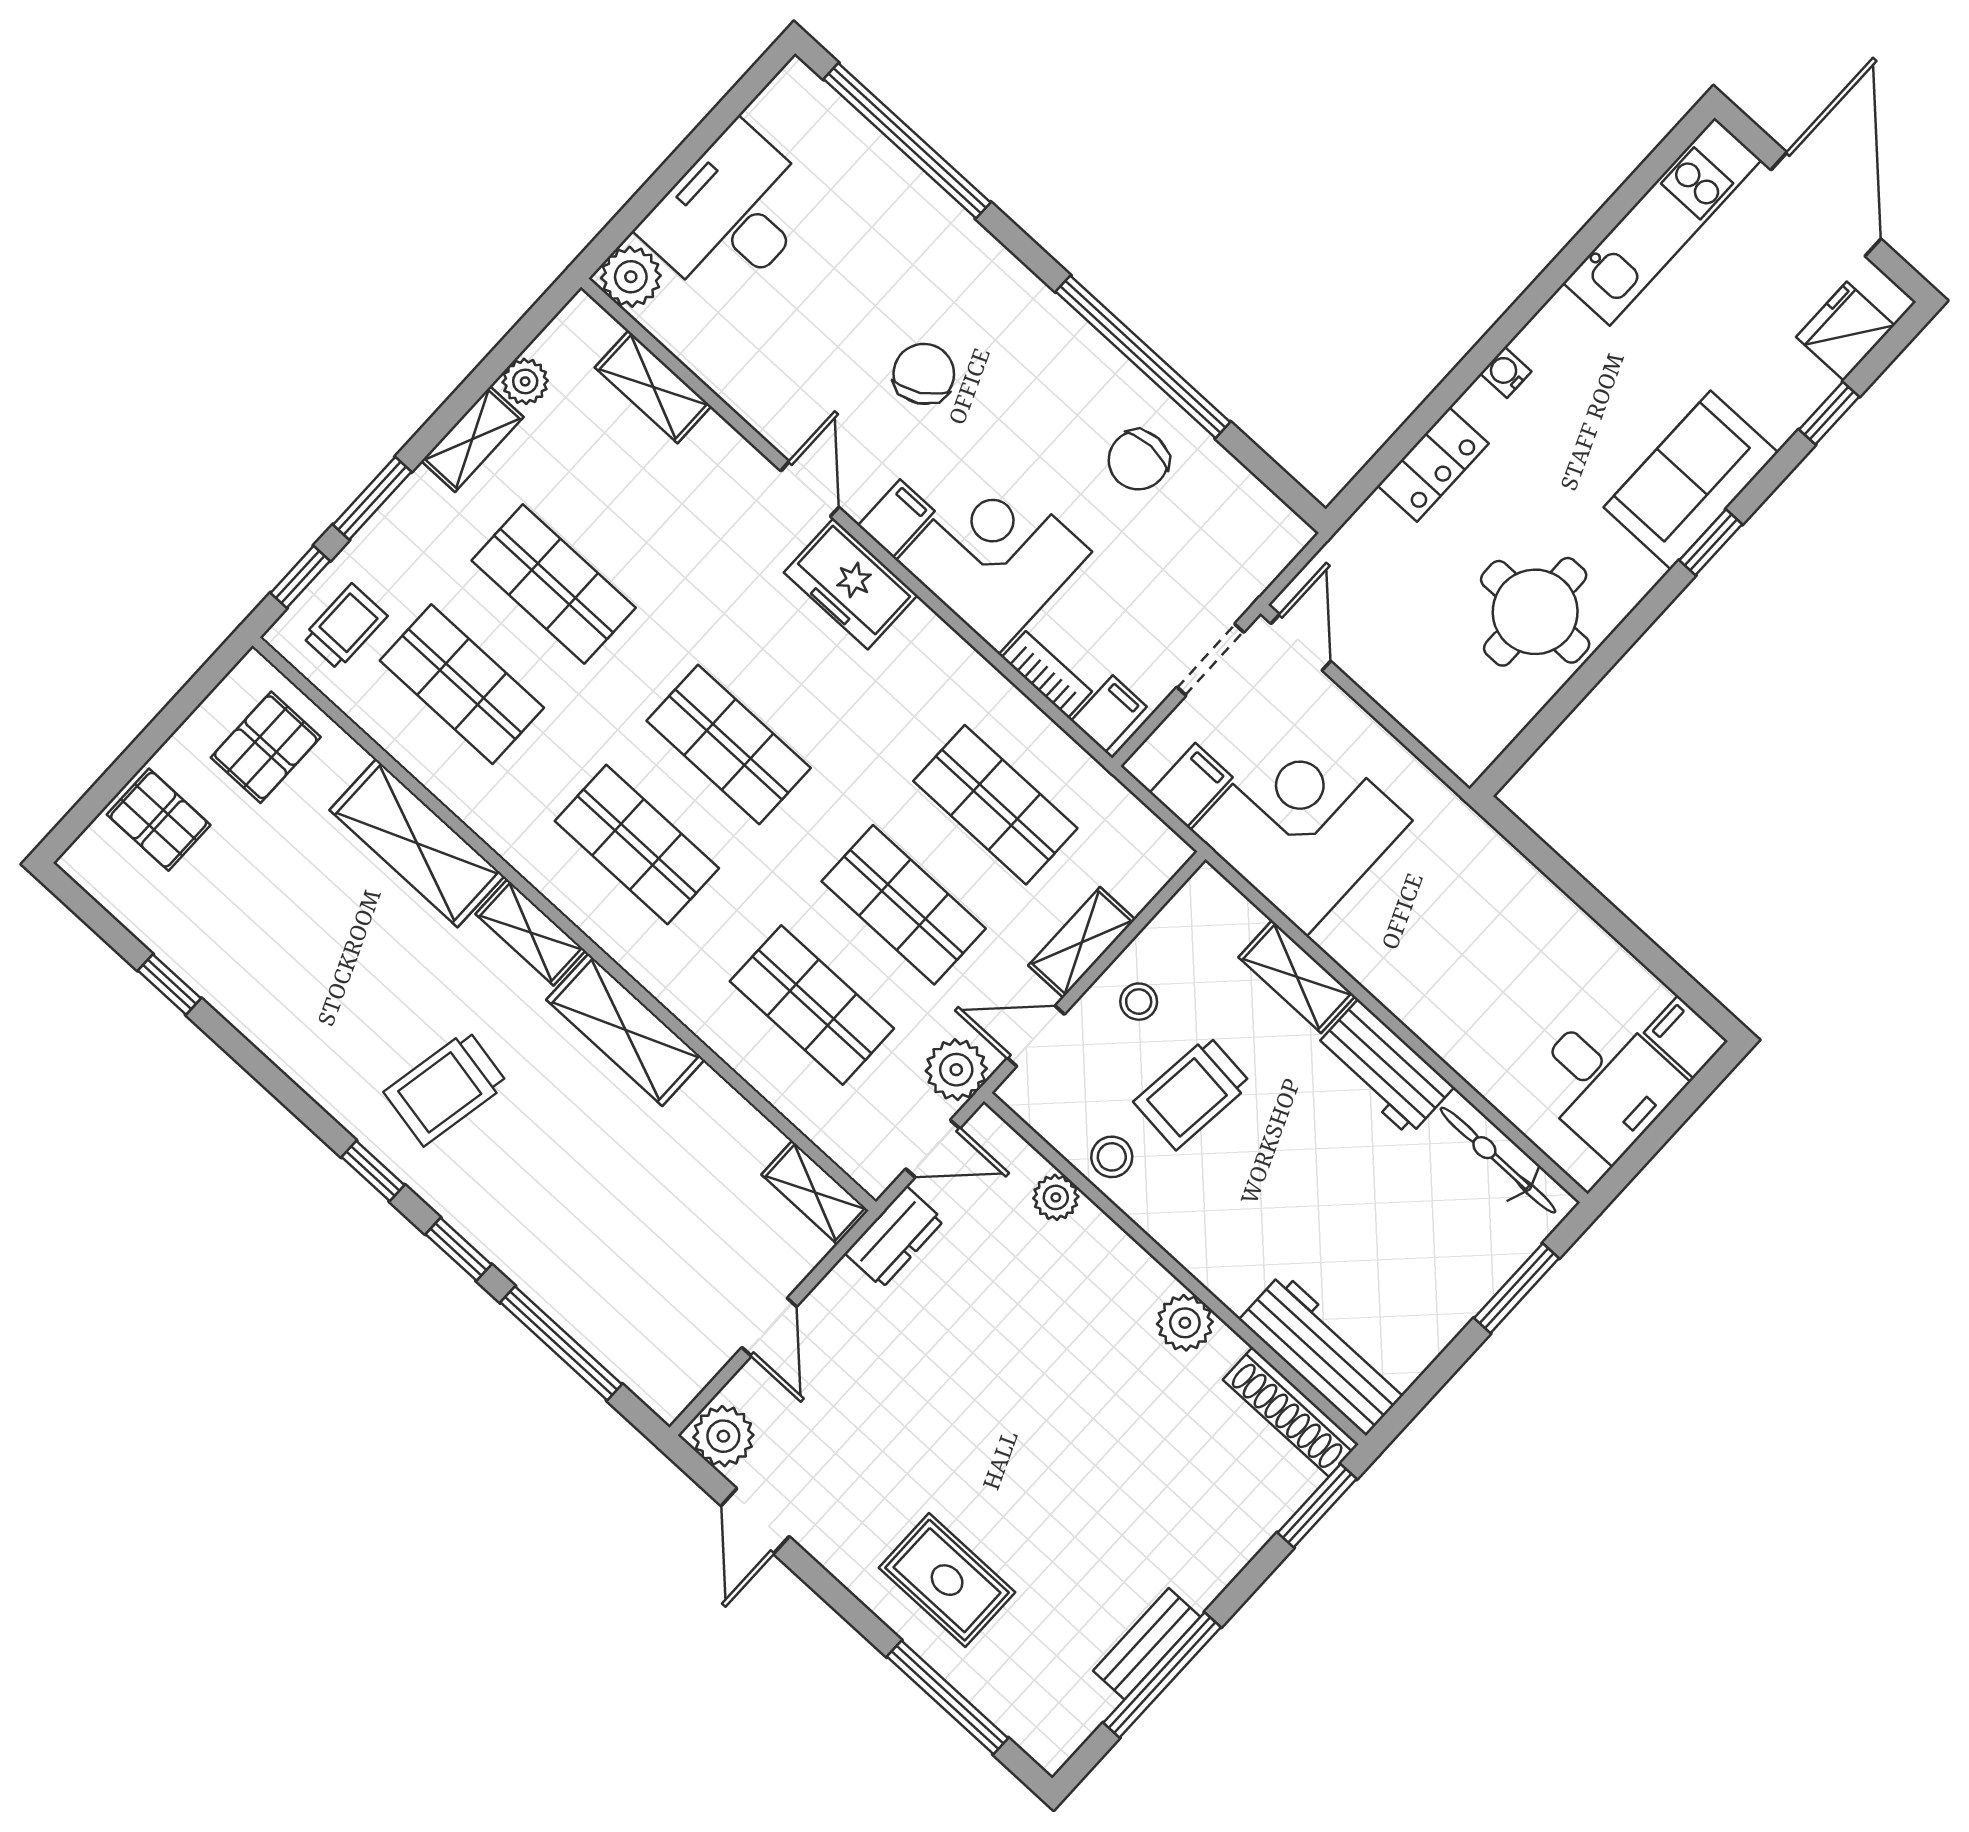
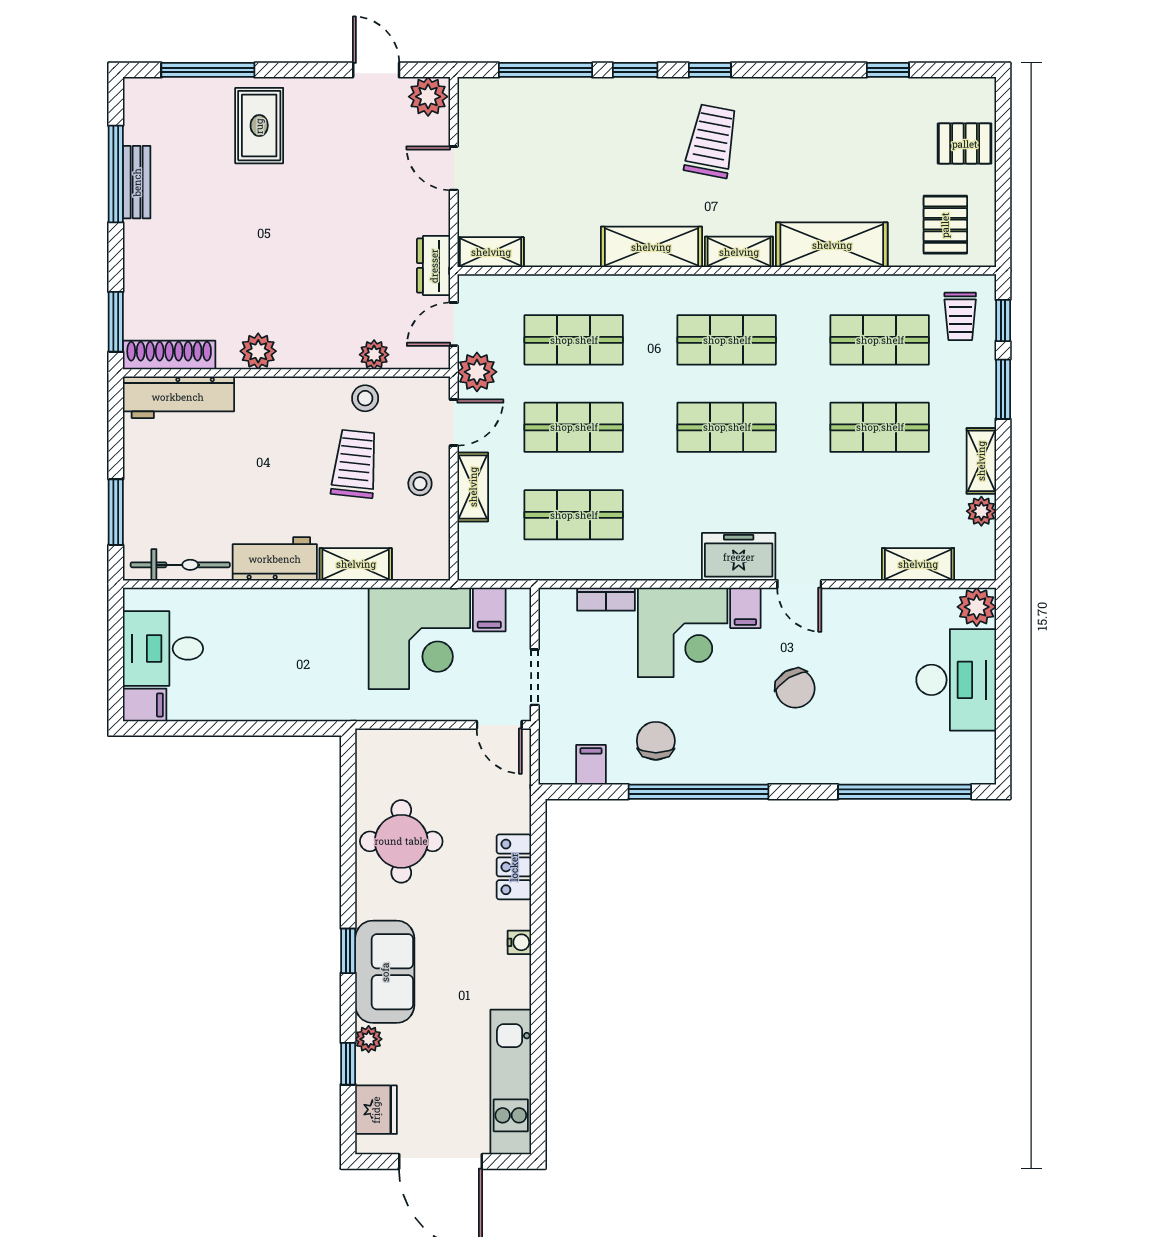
plant: (1780, 420) -> (369, 1039), added
filing cabinet: (1109, 714) -> (591, 765), moved, turned 180
rug: (947, 1580) -> (259, 126), turned 90

